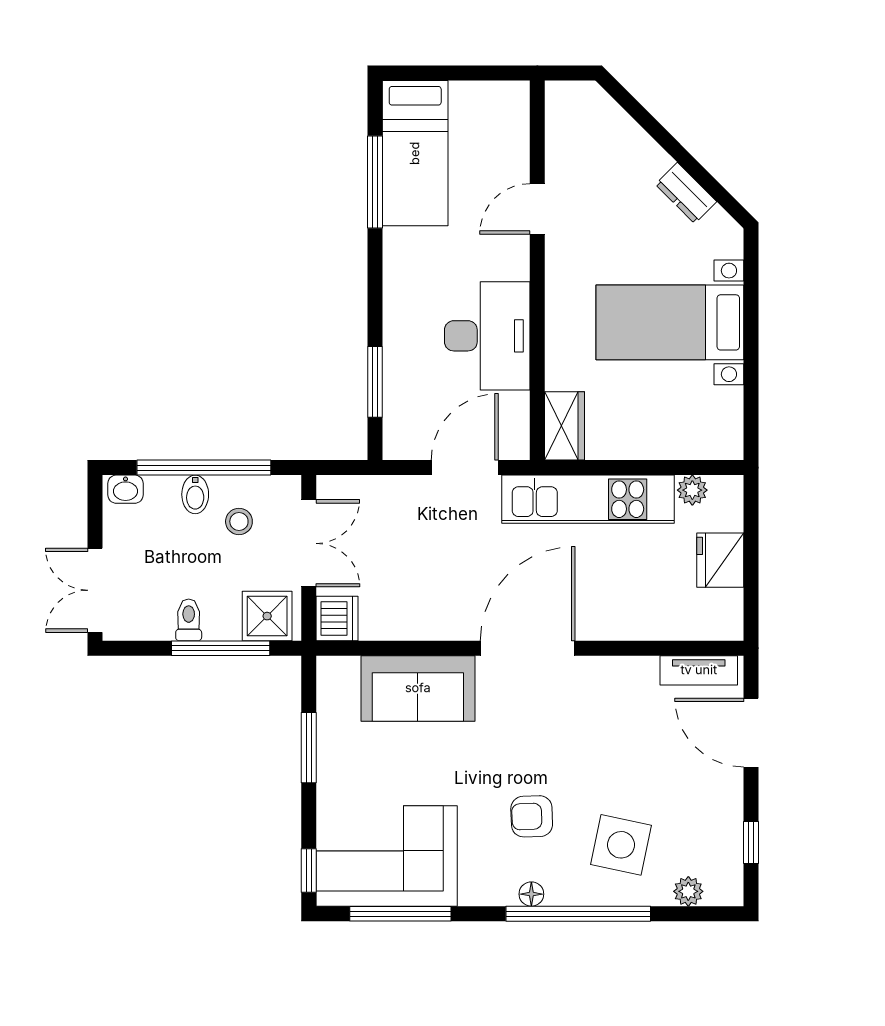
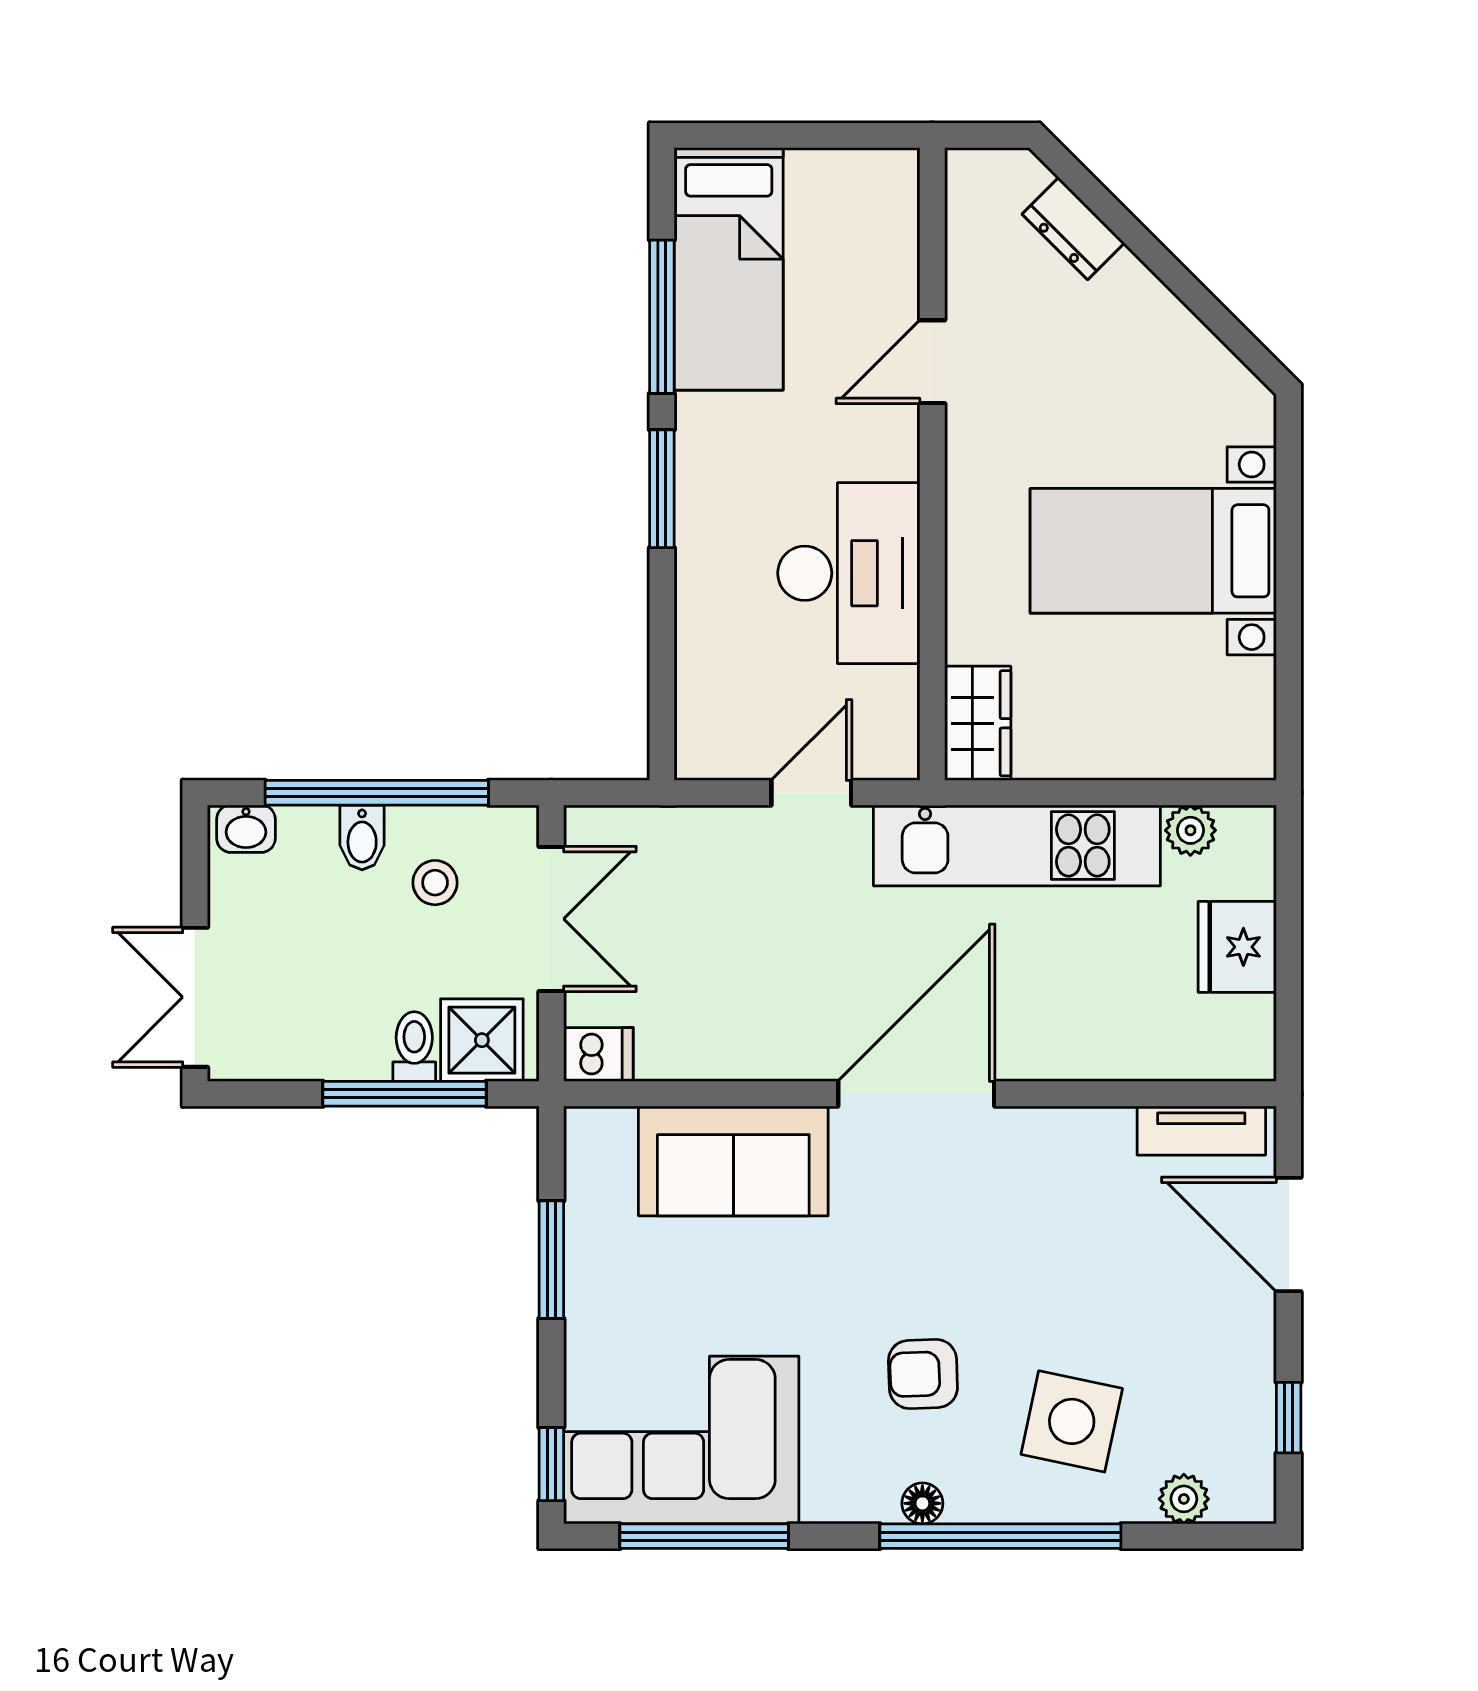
dresser: (686, 193) -> (1073, 228), moved
window: (375, 382) -> (662, 489), moved
door: (465, 468) -> (811, 793), width x0.73
dishwasher: (337, 619) -> (598, 1055), width x0.73
toilet: (189, 620) -> (414, 1047), moved

